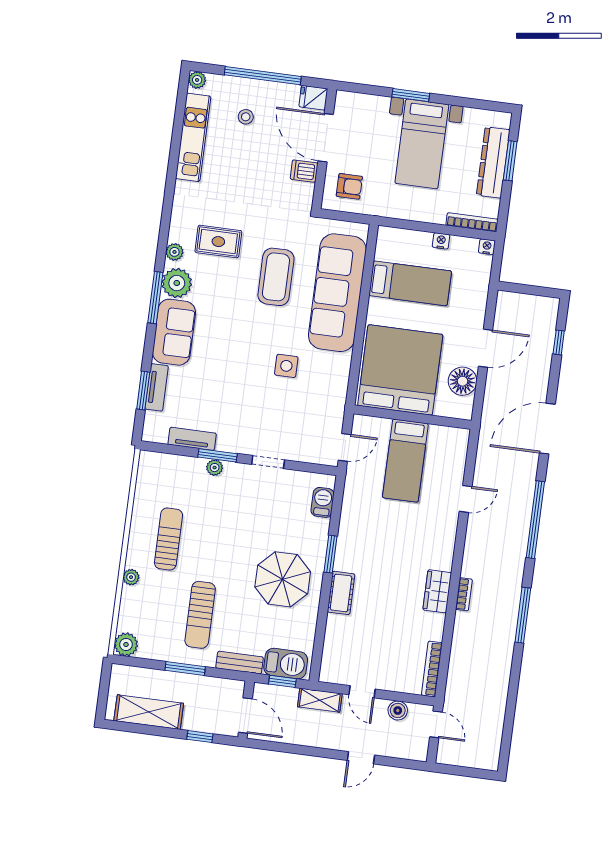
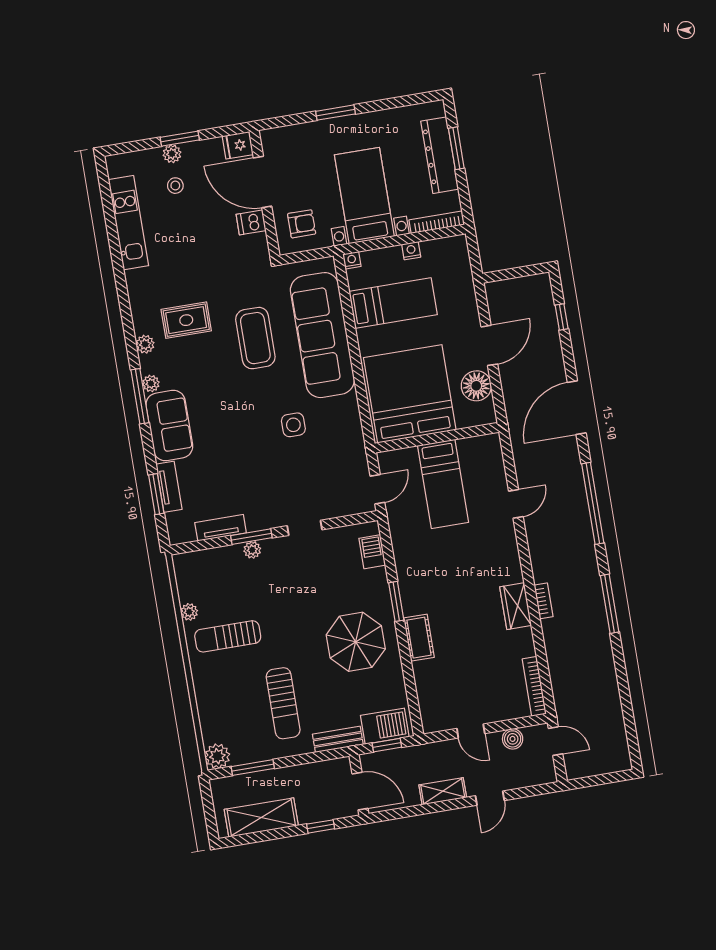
window: (263, 76) -> (180, 139), width x0.47
plant: (197, 80) -> (172, 154), moved
bed with nightstands: (422, 144) -> (364, 196), moved, turned 180
nightstand: (487, 247) -> (352, 260), moved
plant: (177, 283) -> (151, 383), width x0.53, depth x0.53
sun lounger: (168, 539) -> (228, 636), turned -90
plant: (131, 577) -> (189, 612), moved
window: (185, 669) -> (253, 768), moved
shelving: (320, 700) -> (443, 791), moved

